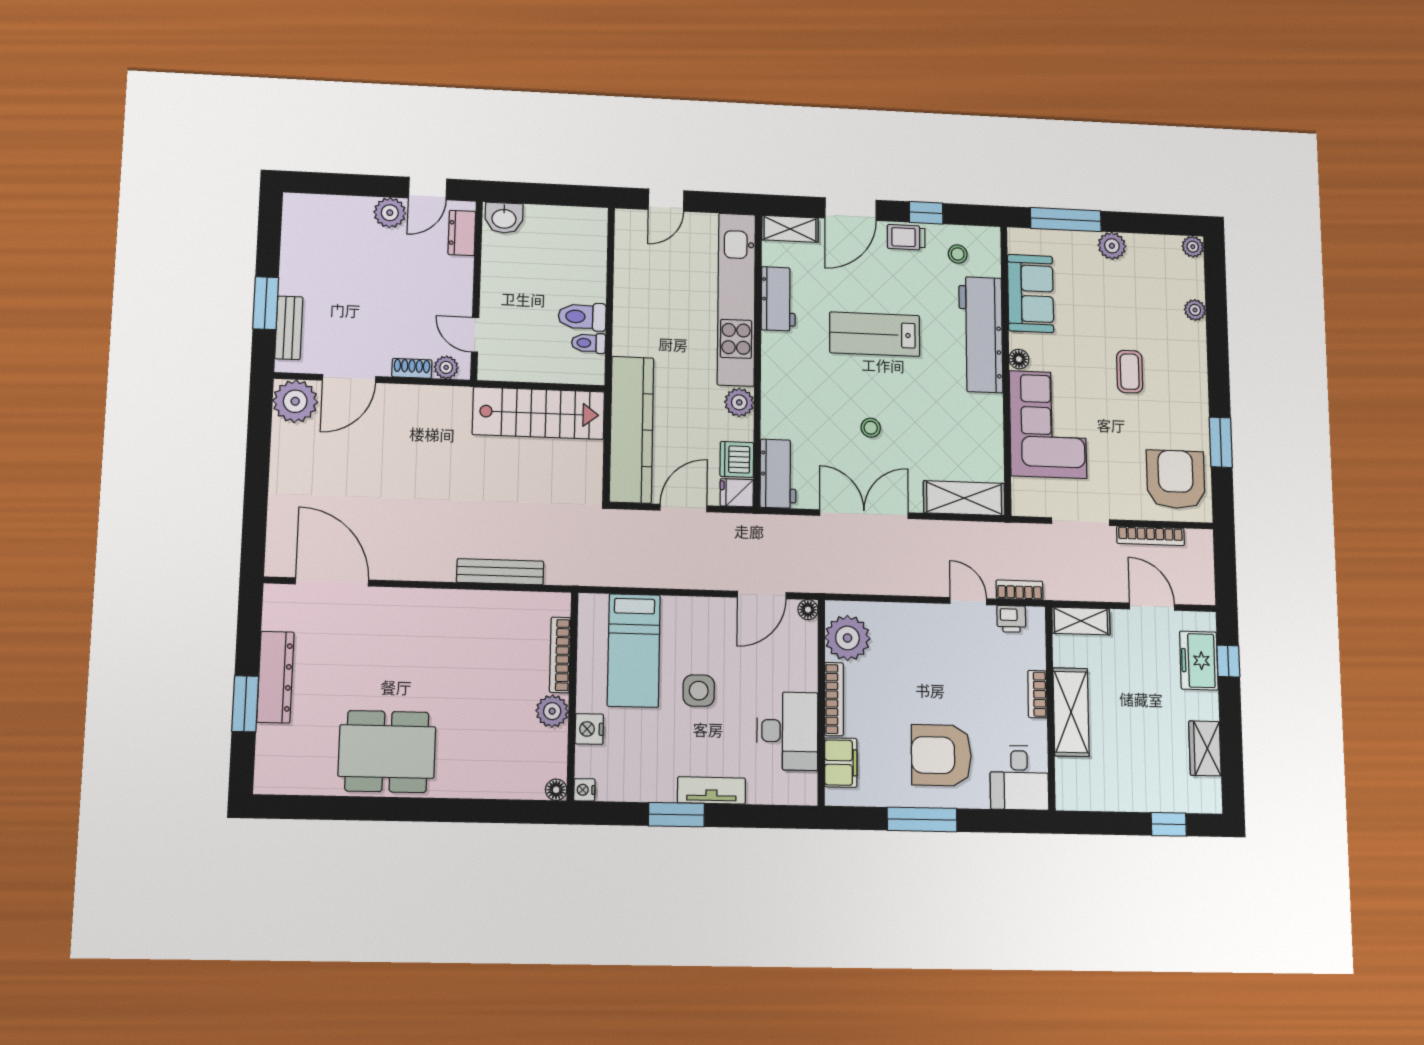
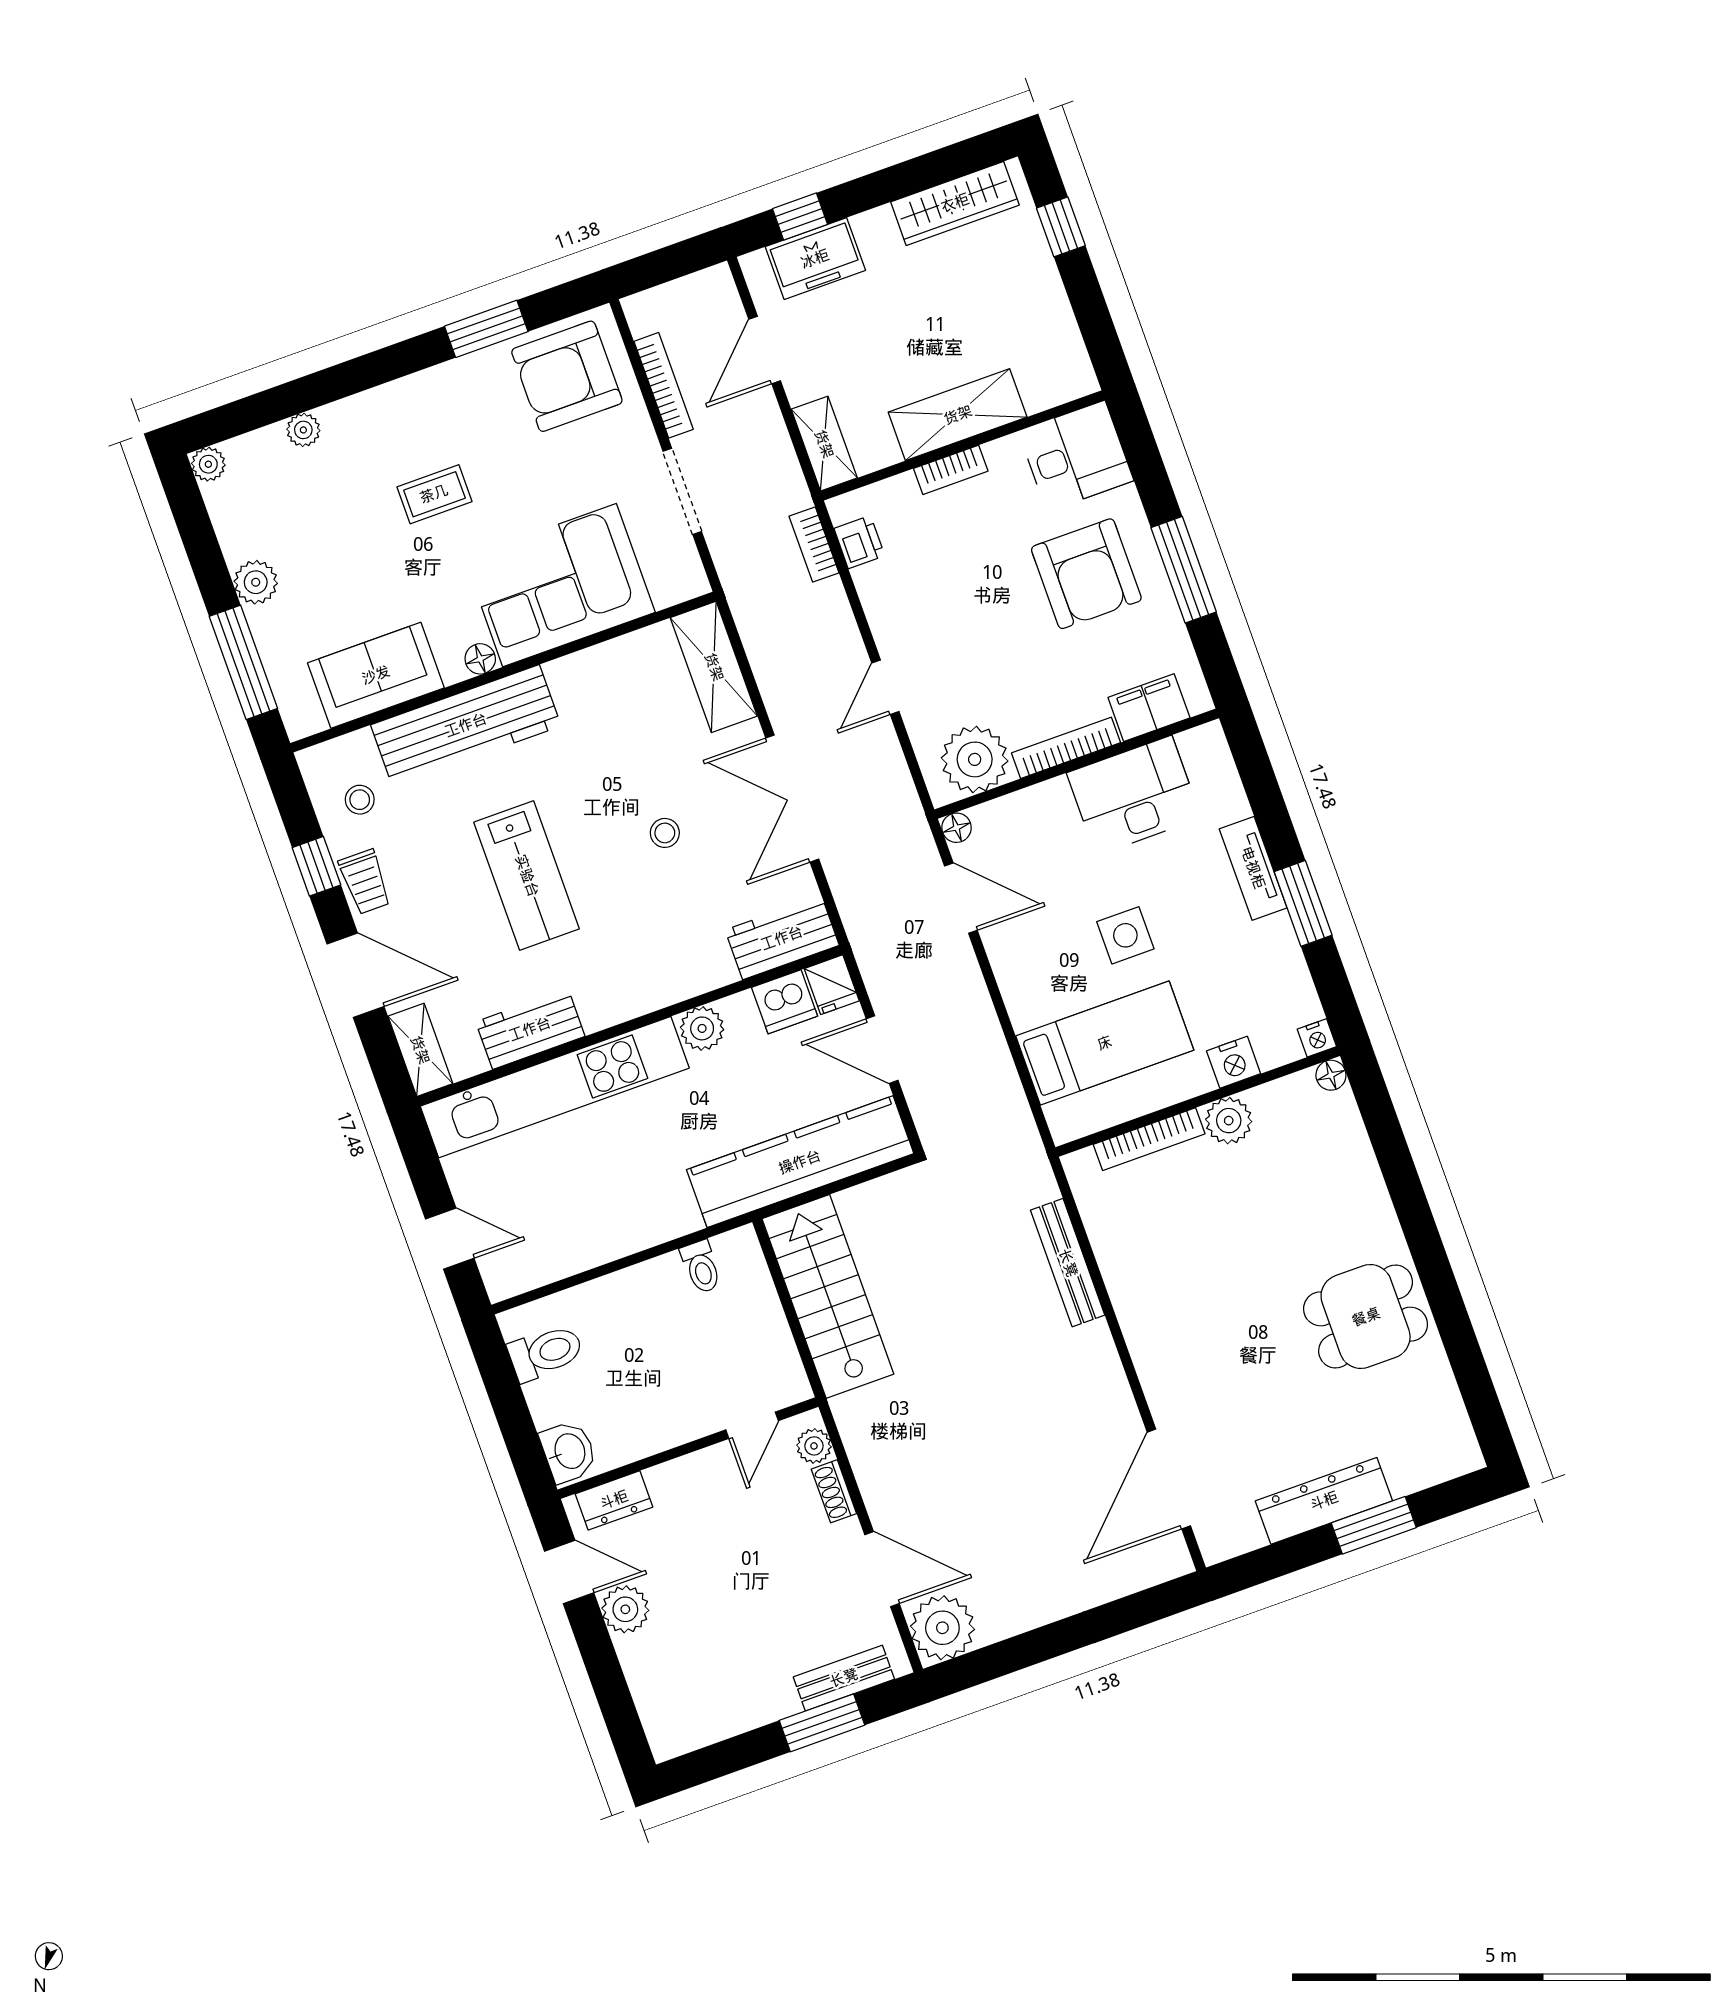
toilet: (582, 317) -> (546, 1353), moved, turned -90
door: (968, 601) -> (885, 687), moved
wardrobe: (1205, 748) -> (955, 203), width x1.50
dining table: (387, 751) -> (1366, 1317), width x0.73

